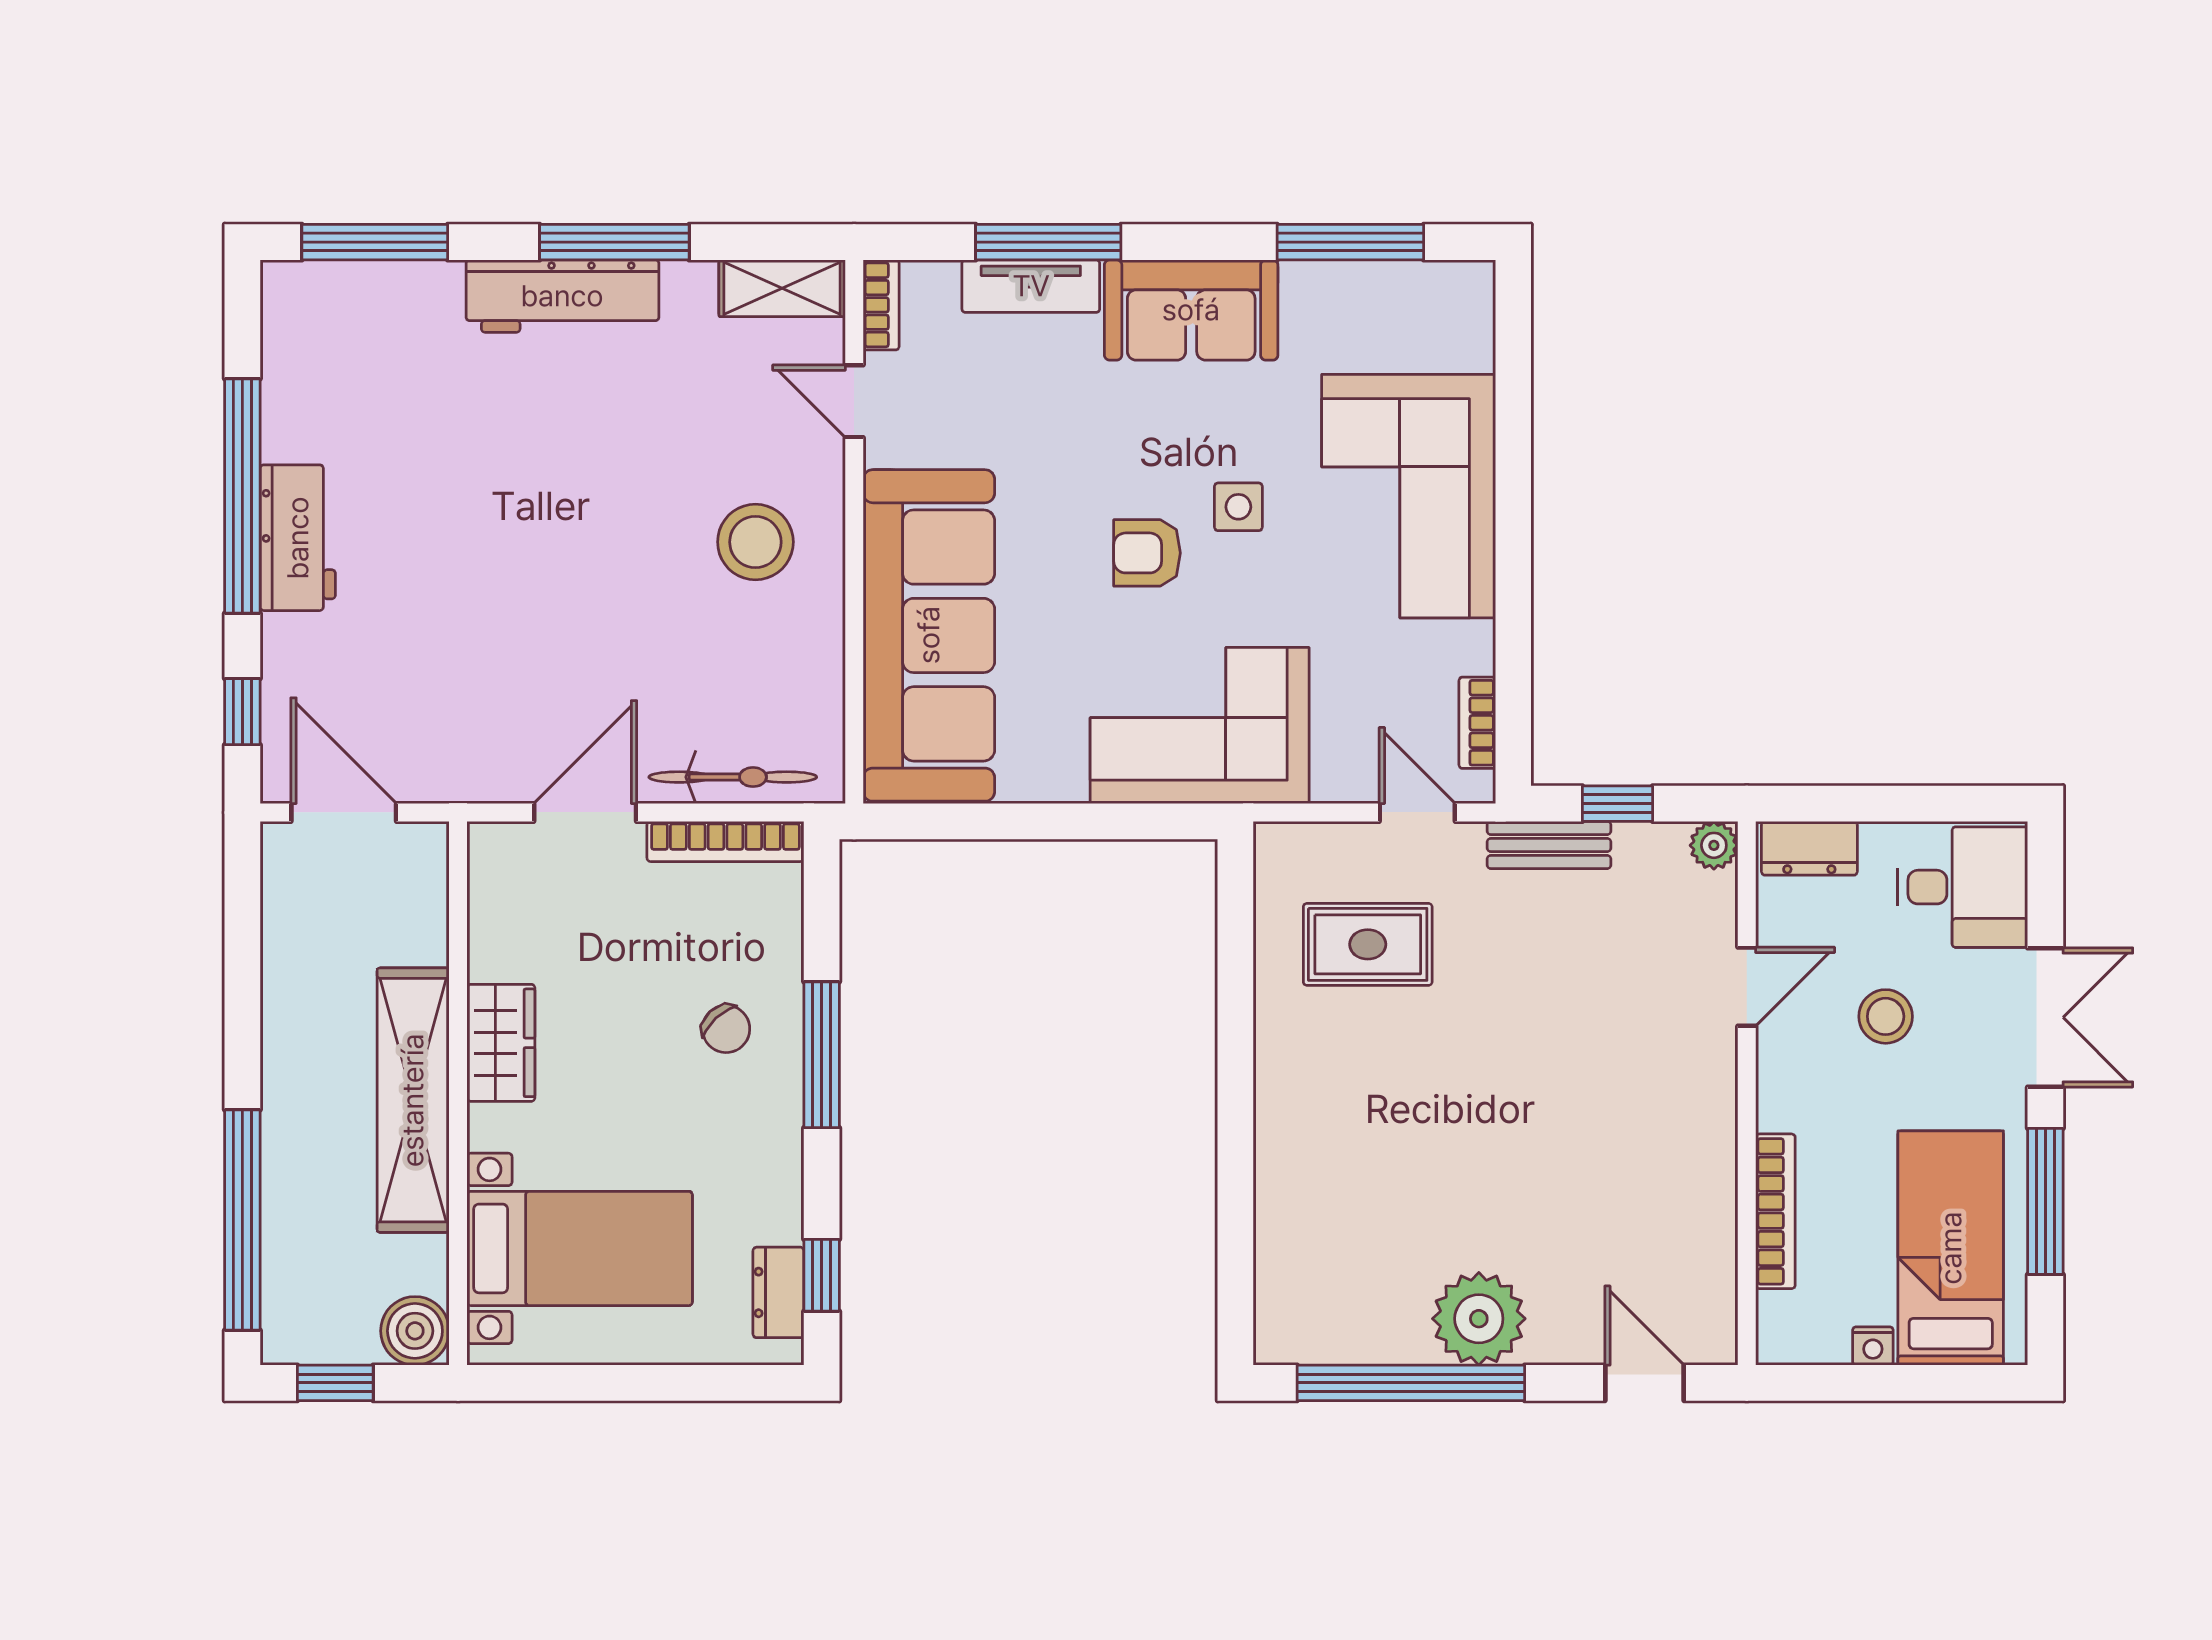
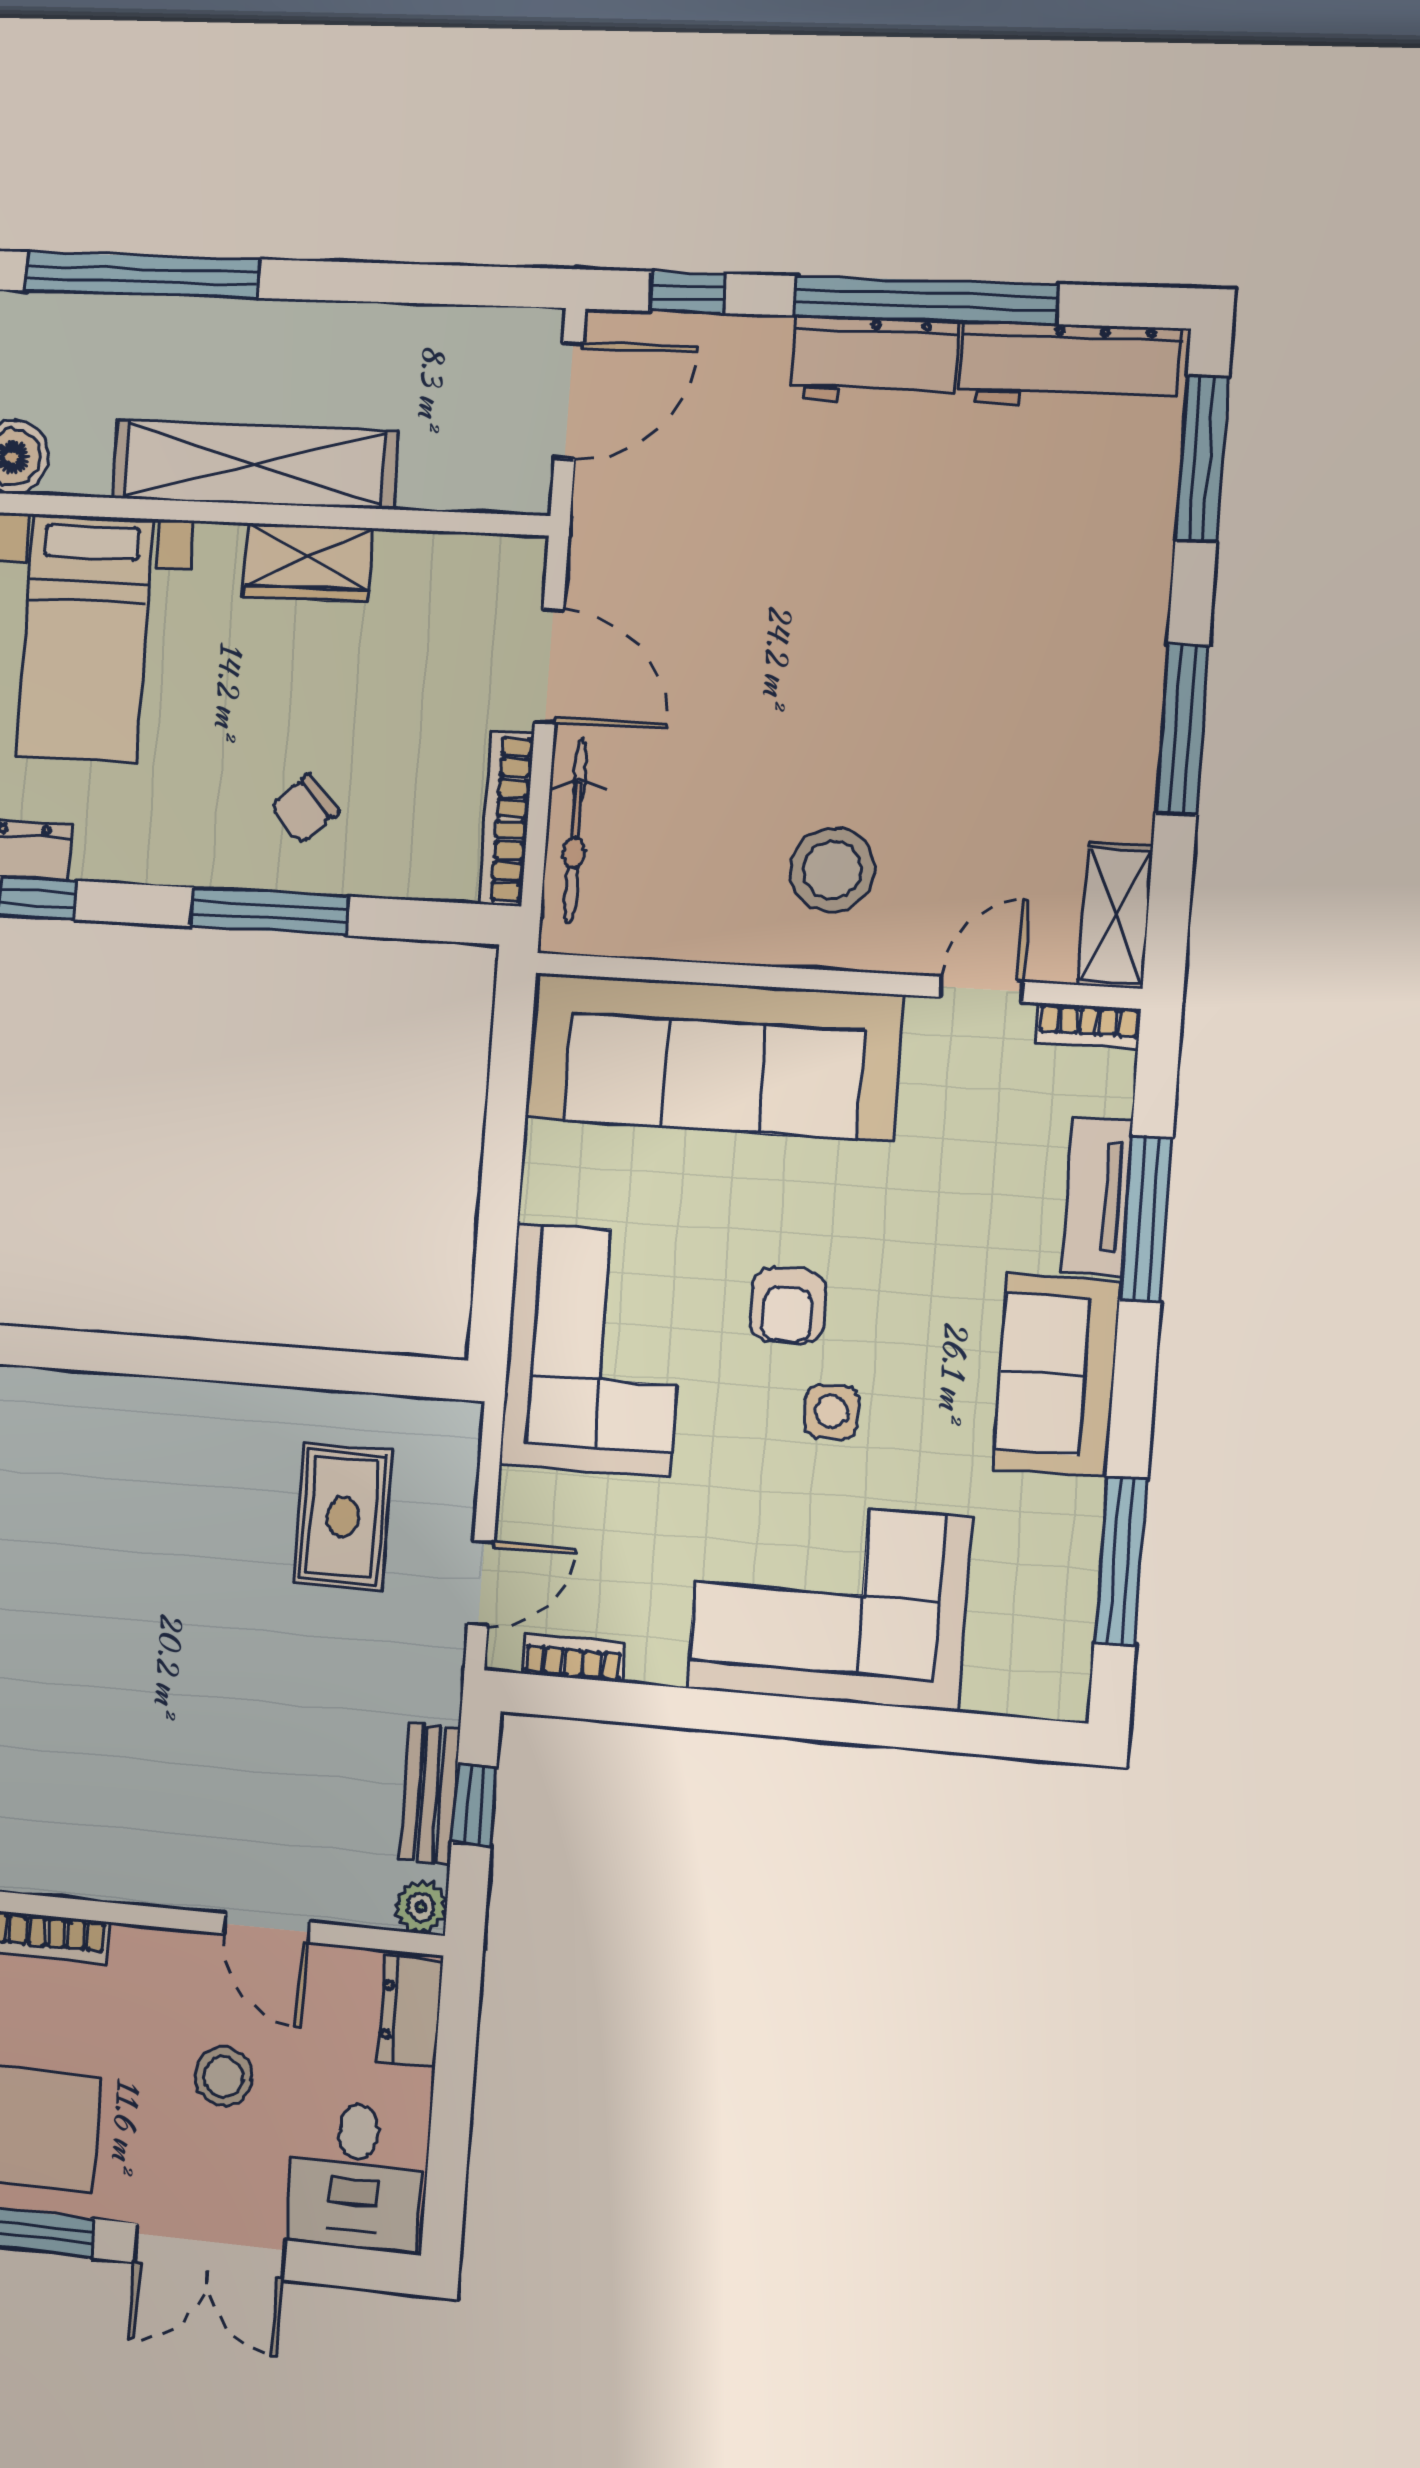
workbench: (562, 296) -> (1070, 365), moved, turned -90
armchair: (1147, 553) -> (788, 1306), turned 180
bench: (1549, 845) -> (430, 1794), moved

